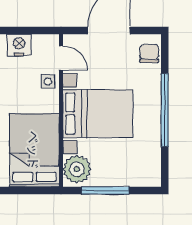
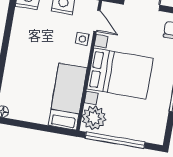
bed: (34, 150) -> (68, 97), width x0.67
window: (105, 191) -> (115, 140), width x1.46

